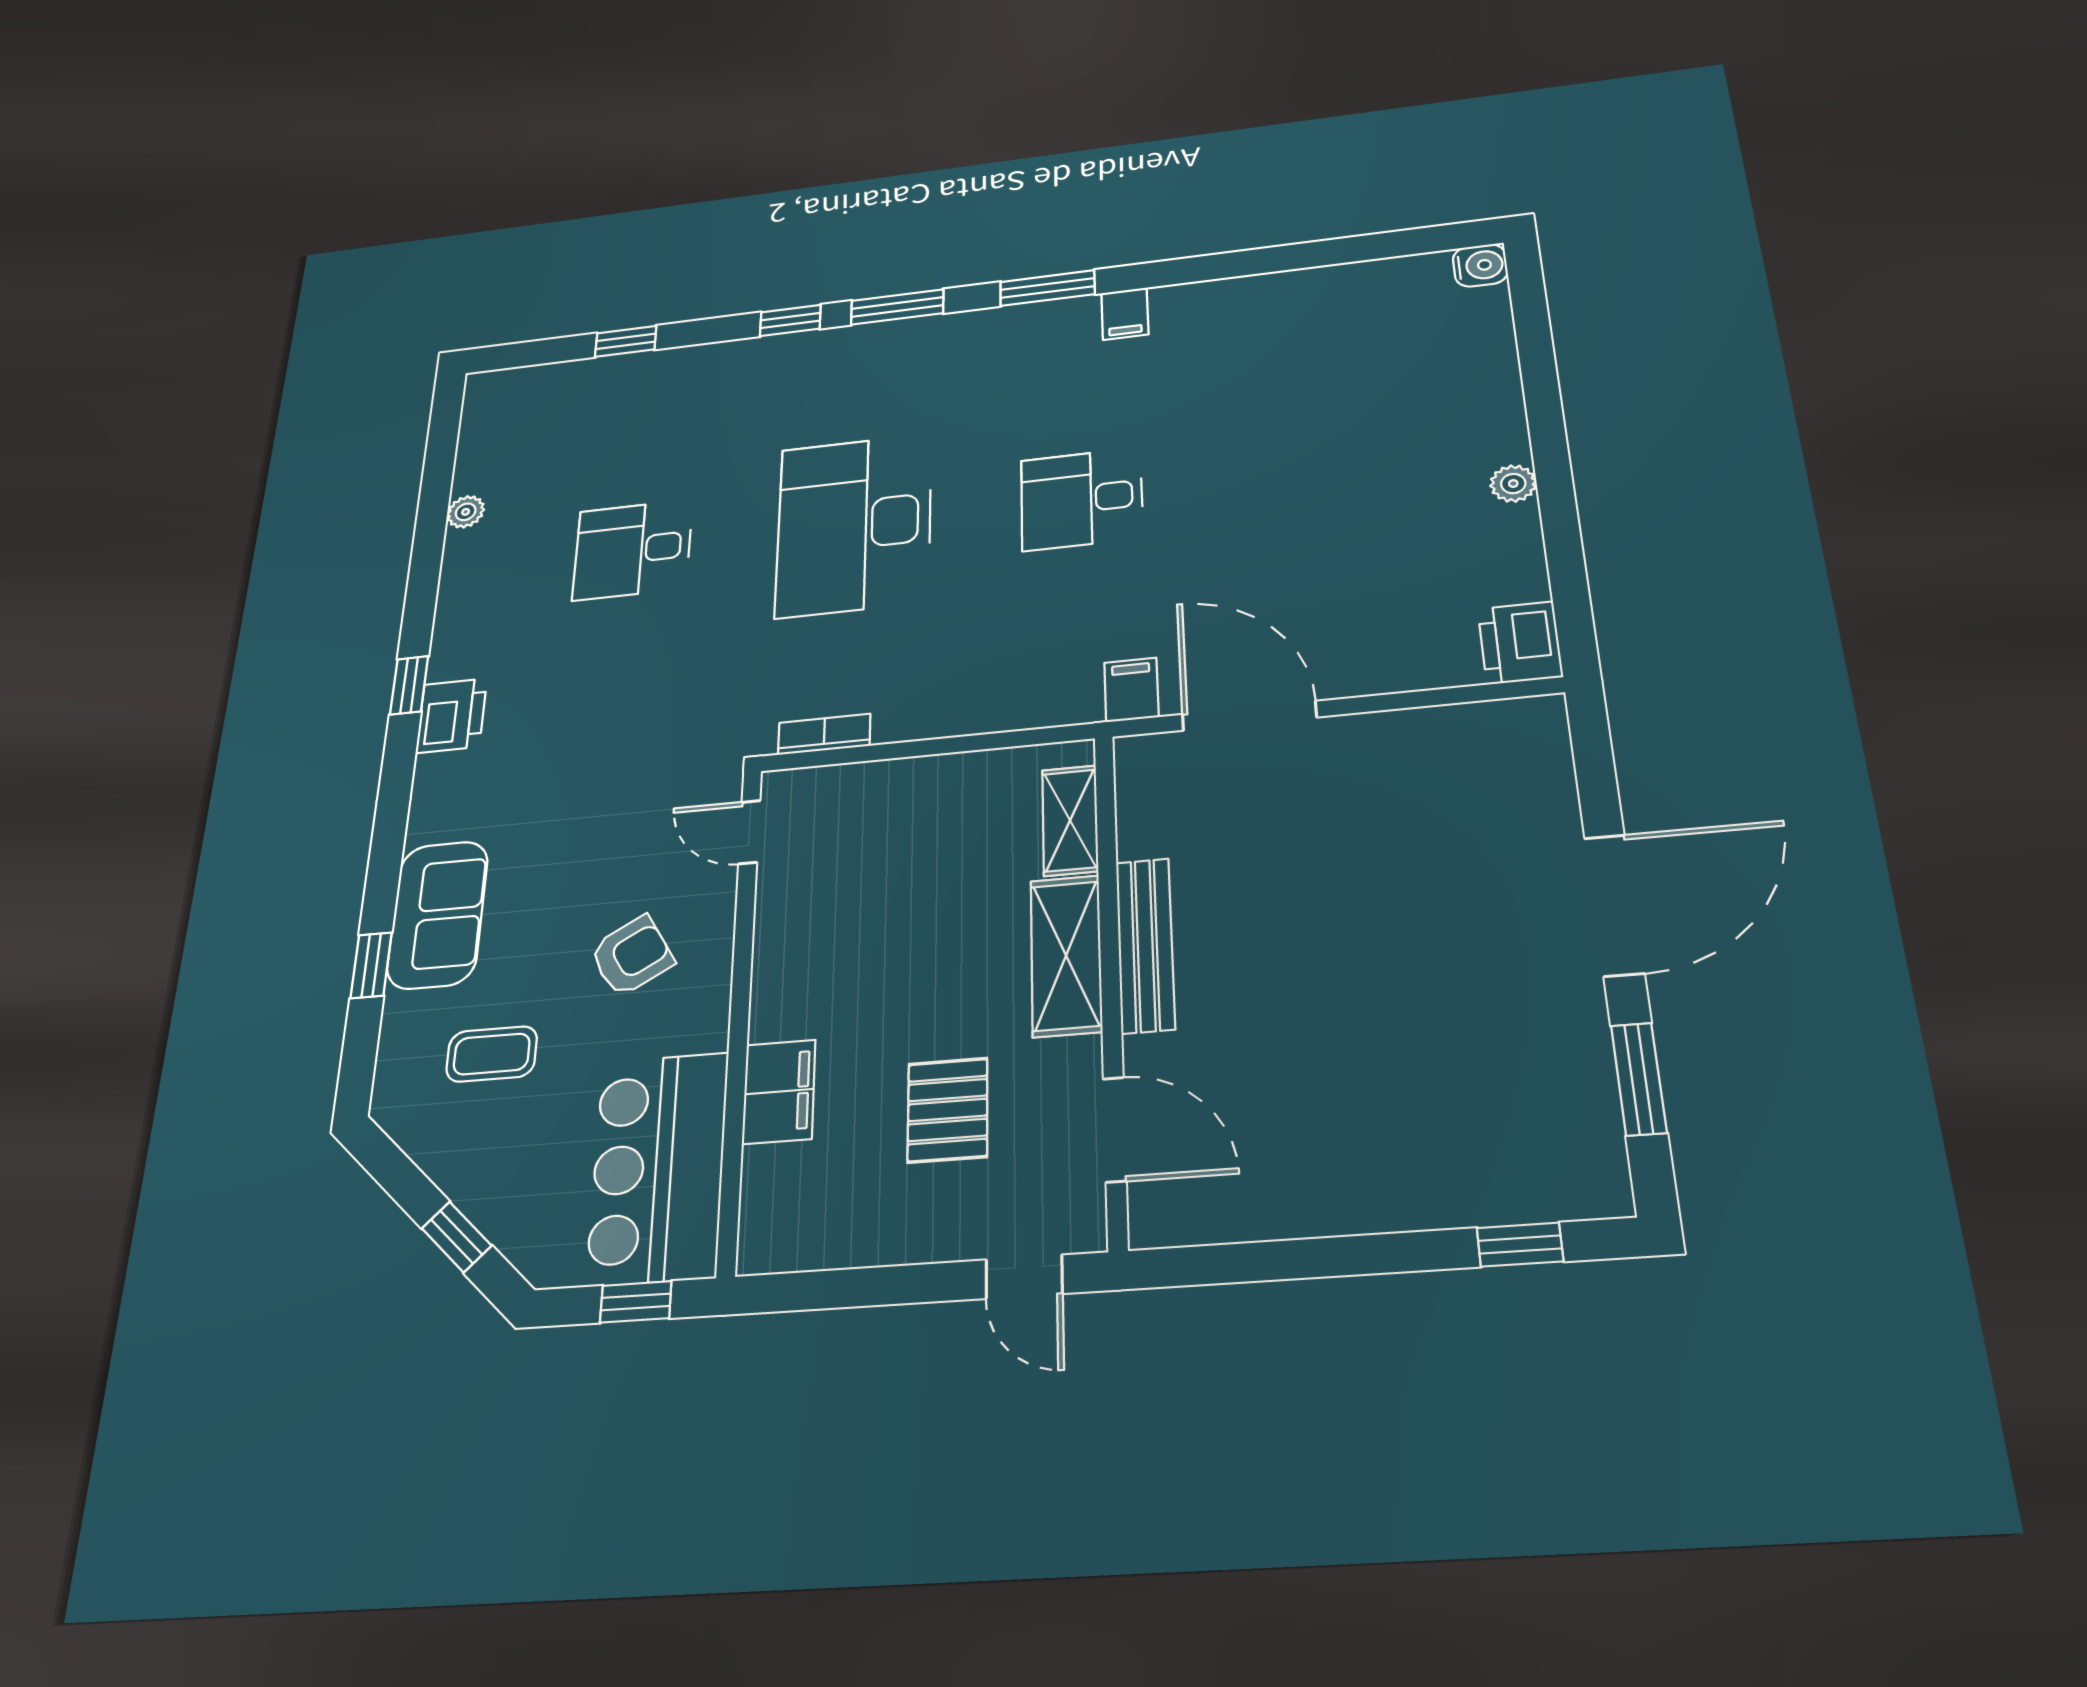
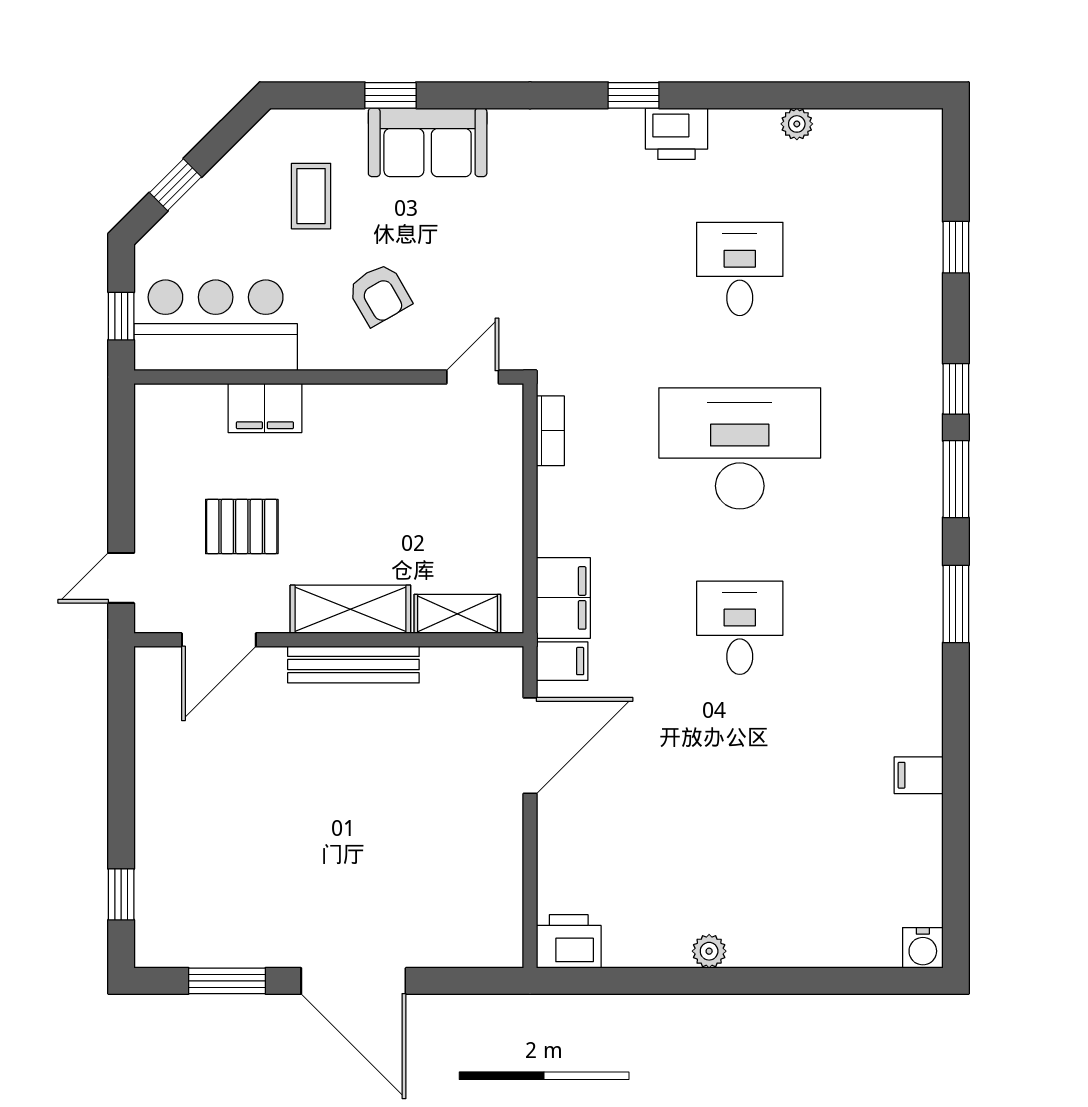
filing cabinet: (1125, 314) -> (919, 775), moved
filing cabinet: (1046, 697) -> (563, 598), added
printer: (452, 716) -> (676, 134), moved

